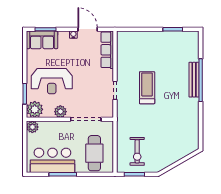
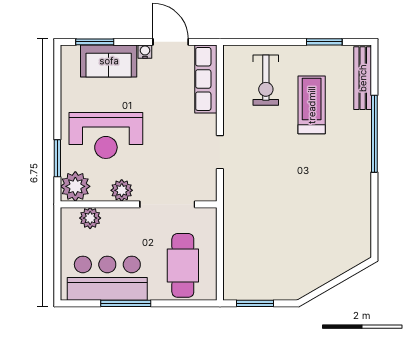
sofa: (42, 40) -> (109, 61), moved
bench: (194, 80) -> (363, 78), moved
treadmill: (147, 88) -> (312, 105), moved
plant: (32, 127) -> (90, 218), moved
exercise bike: (137, 151) -> (266, 80), moved

